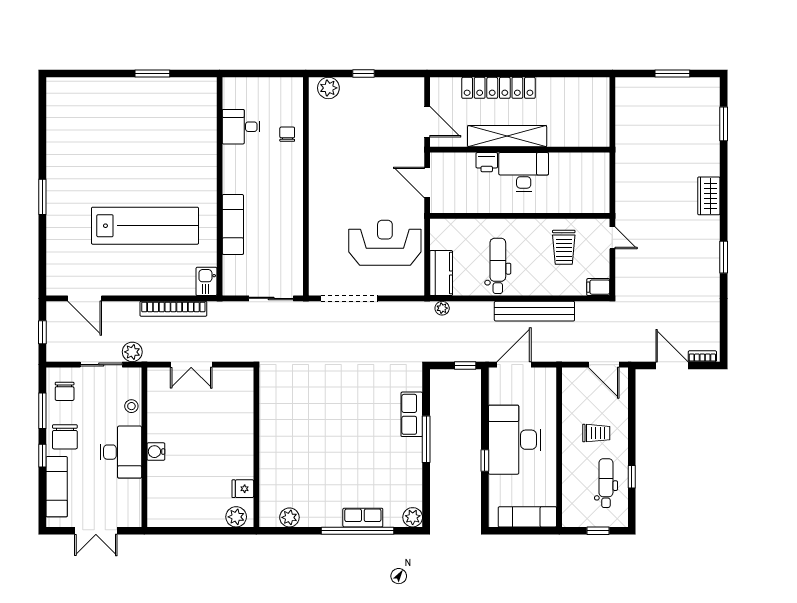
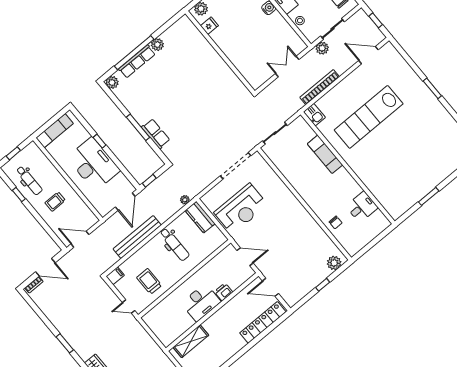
locker: (499, 88) -> (263, 322), moved
shelving: (507, 136) -> (191, 341), moved, width x0.68
plant: (289, 517) -> (157, 45), moved
row of seats: (363, 518) -> (137, 61), width x1.48

